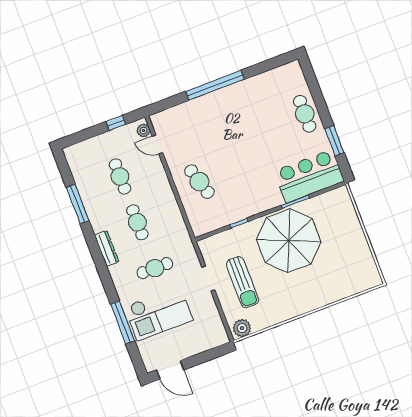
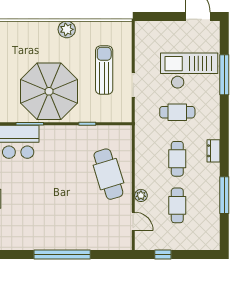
plant: (143, 131) -> (141, 195), moved
cafe table: (199, 182) -> (108, 174), width x1.37, depth x1.35
dresser: (107, 249) -> (214, 151), width x0.70
plant: (242, 328) -> (67, 29), moved

